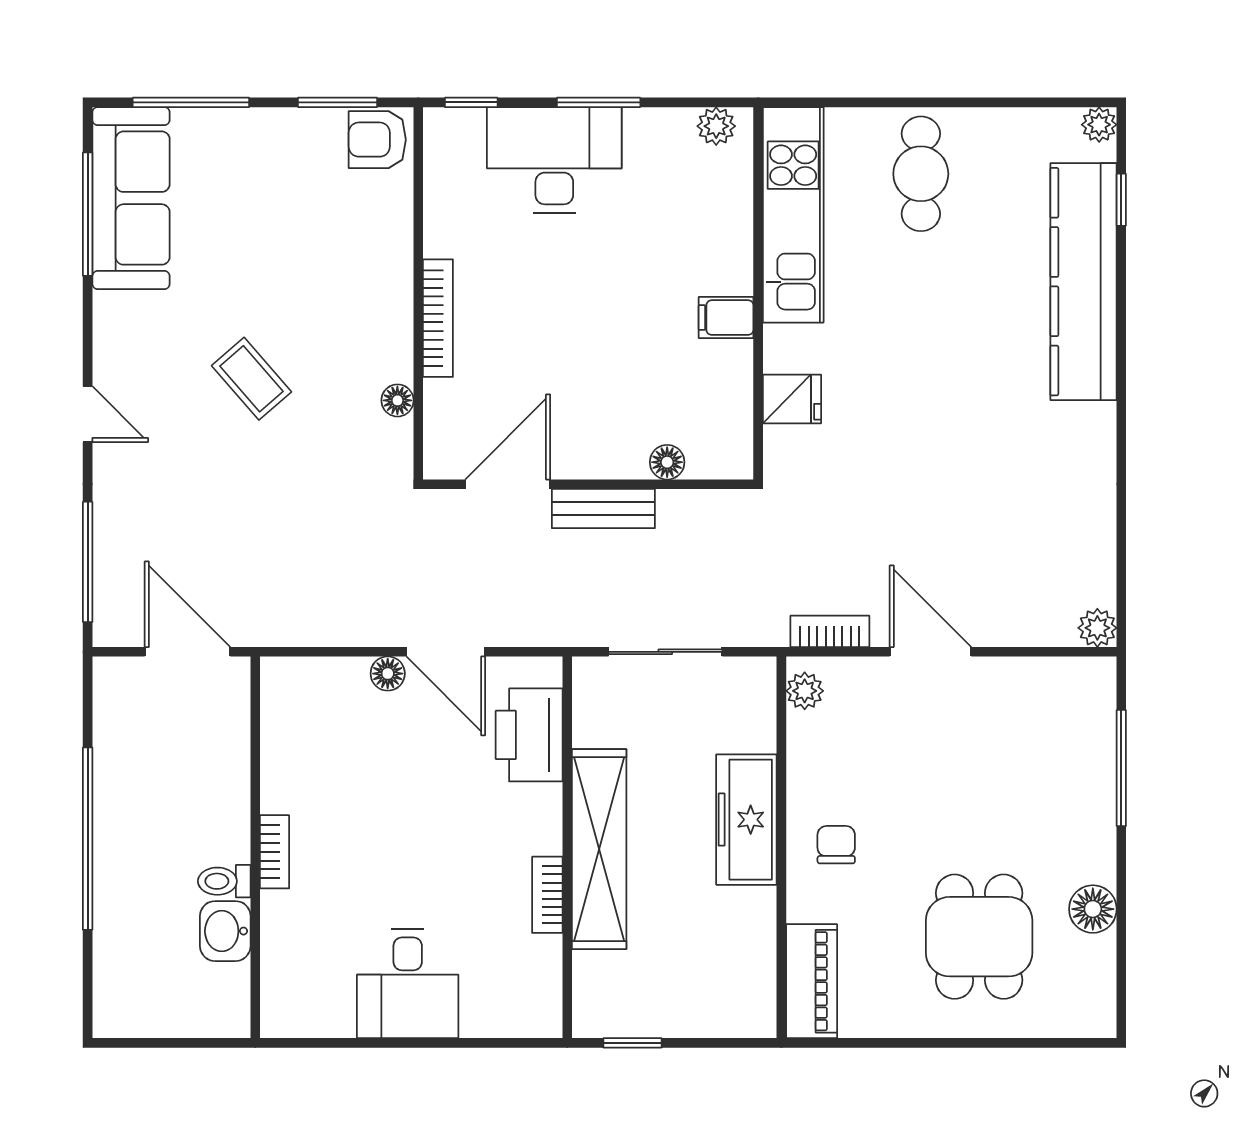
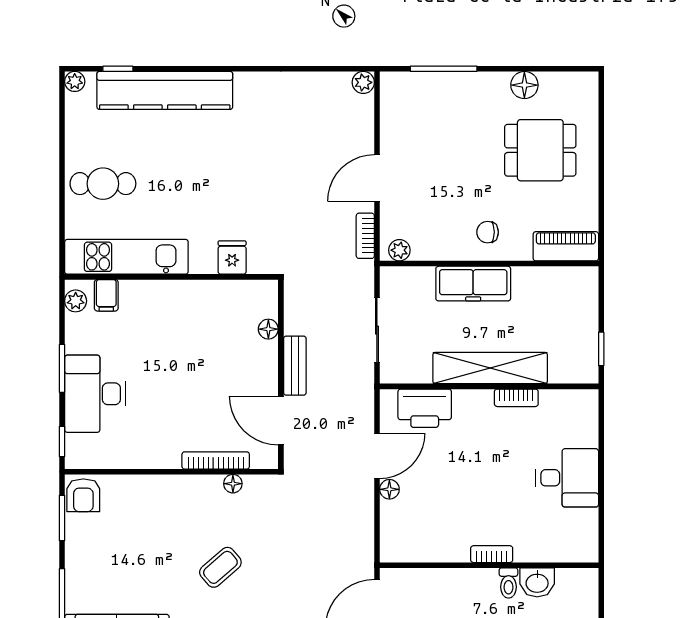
bookcase: (438, 318) -> (216, 460), moved
filing cabinet: (726, 318) -> (106, 295), moved

